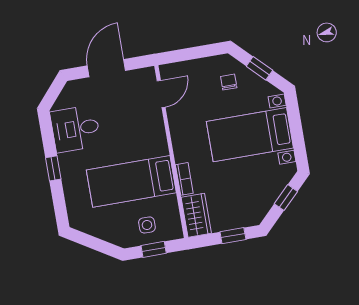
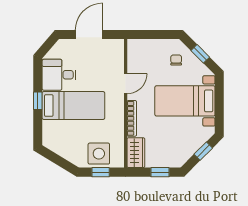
door: (161, 94) -> (126, 84), moved
bookcase: (184, 179) -> (132, 118), width x1.56
bed: (131, 181) -> (73, 106), moved, turned 180
side table: (147, 225) -> (99, 154), width x1.87, depth x1.87

